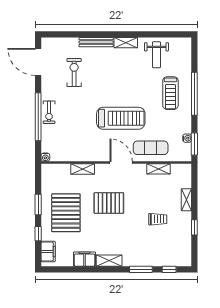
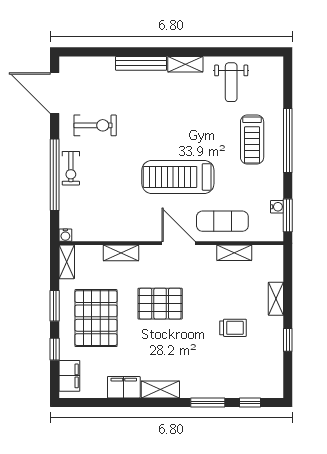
exercise bike: (74, 72) -> (95, 125), moved, turned 90
treadmill: (121, 118) -> (178, 177), turned 180
shelving: (46, 175) -> (67, 262), added

